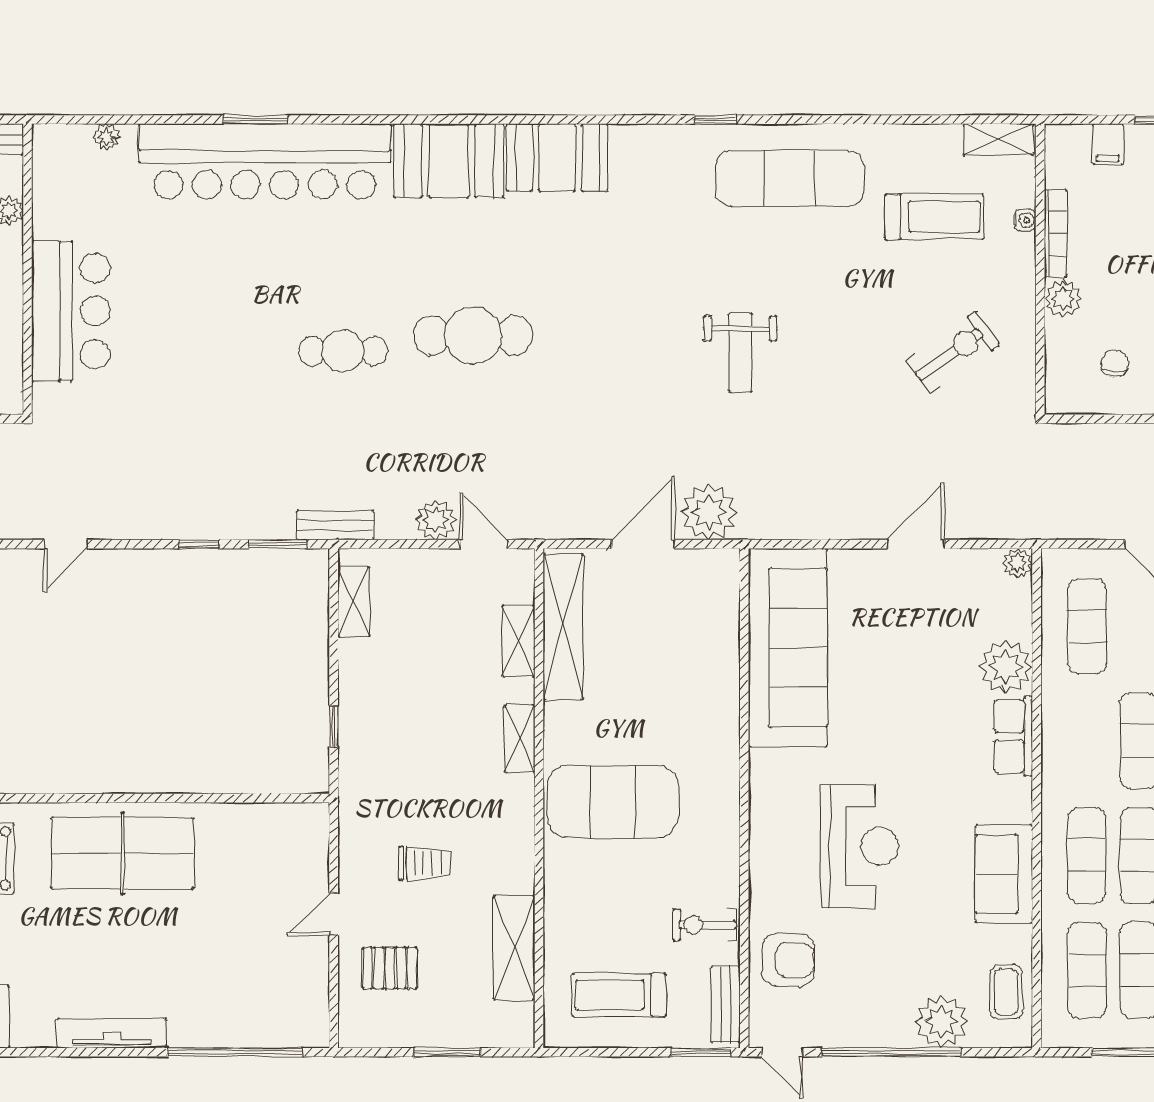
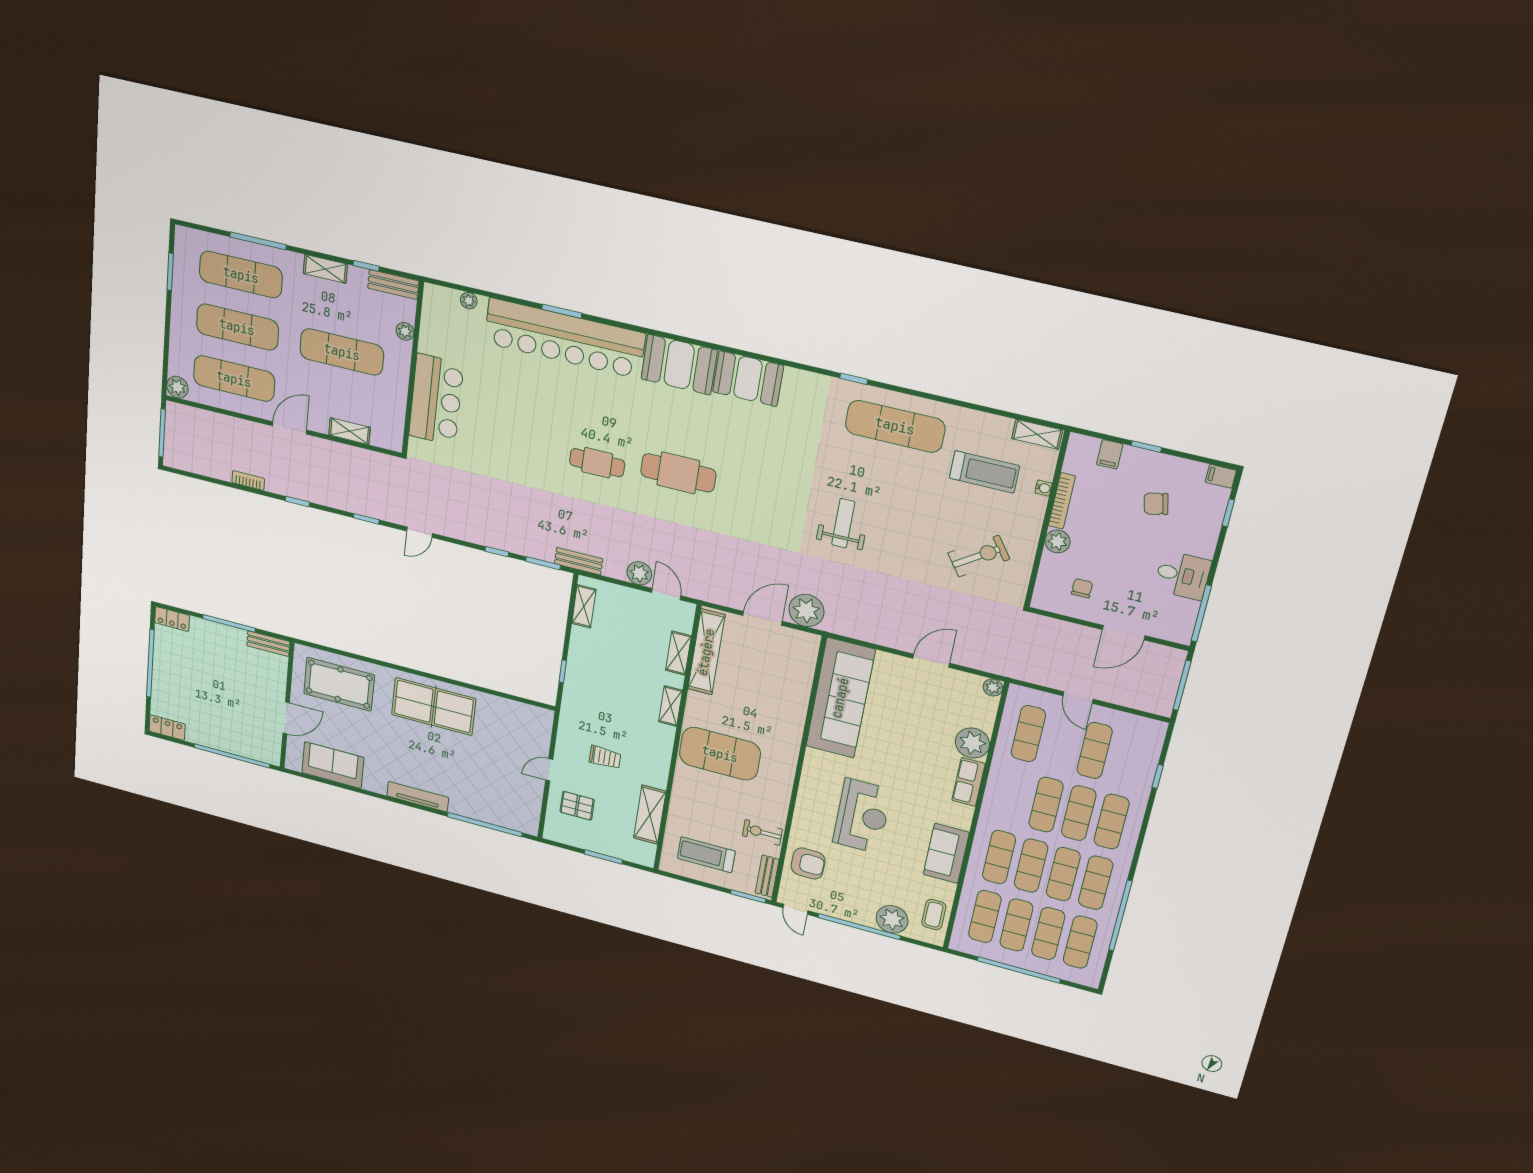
weight bench: (740, 352) -> (843, 523), turned 180

